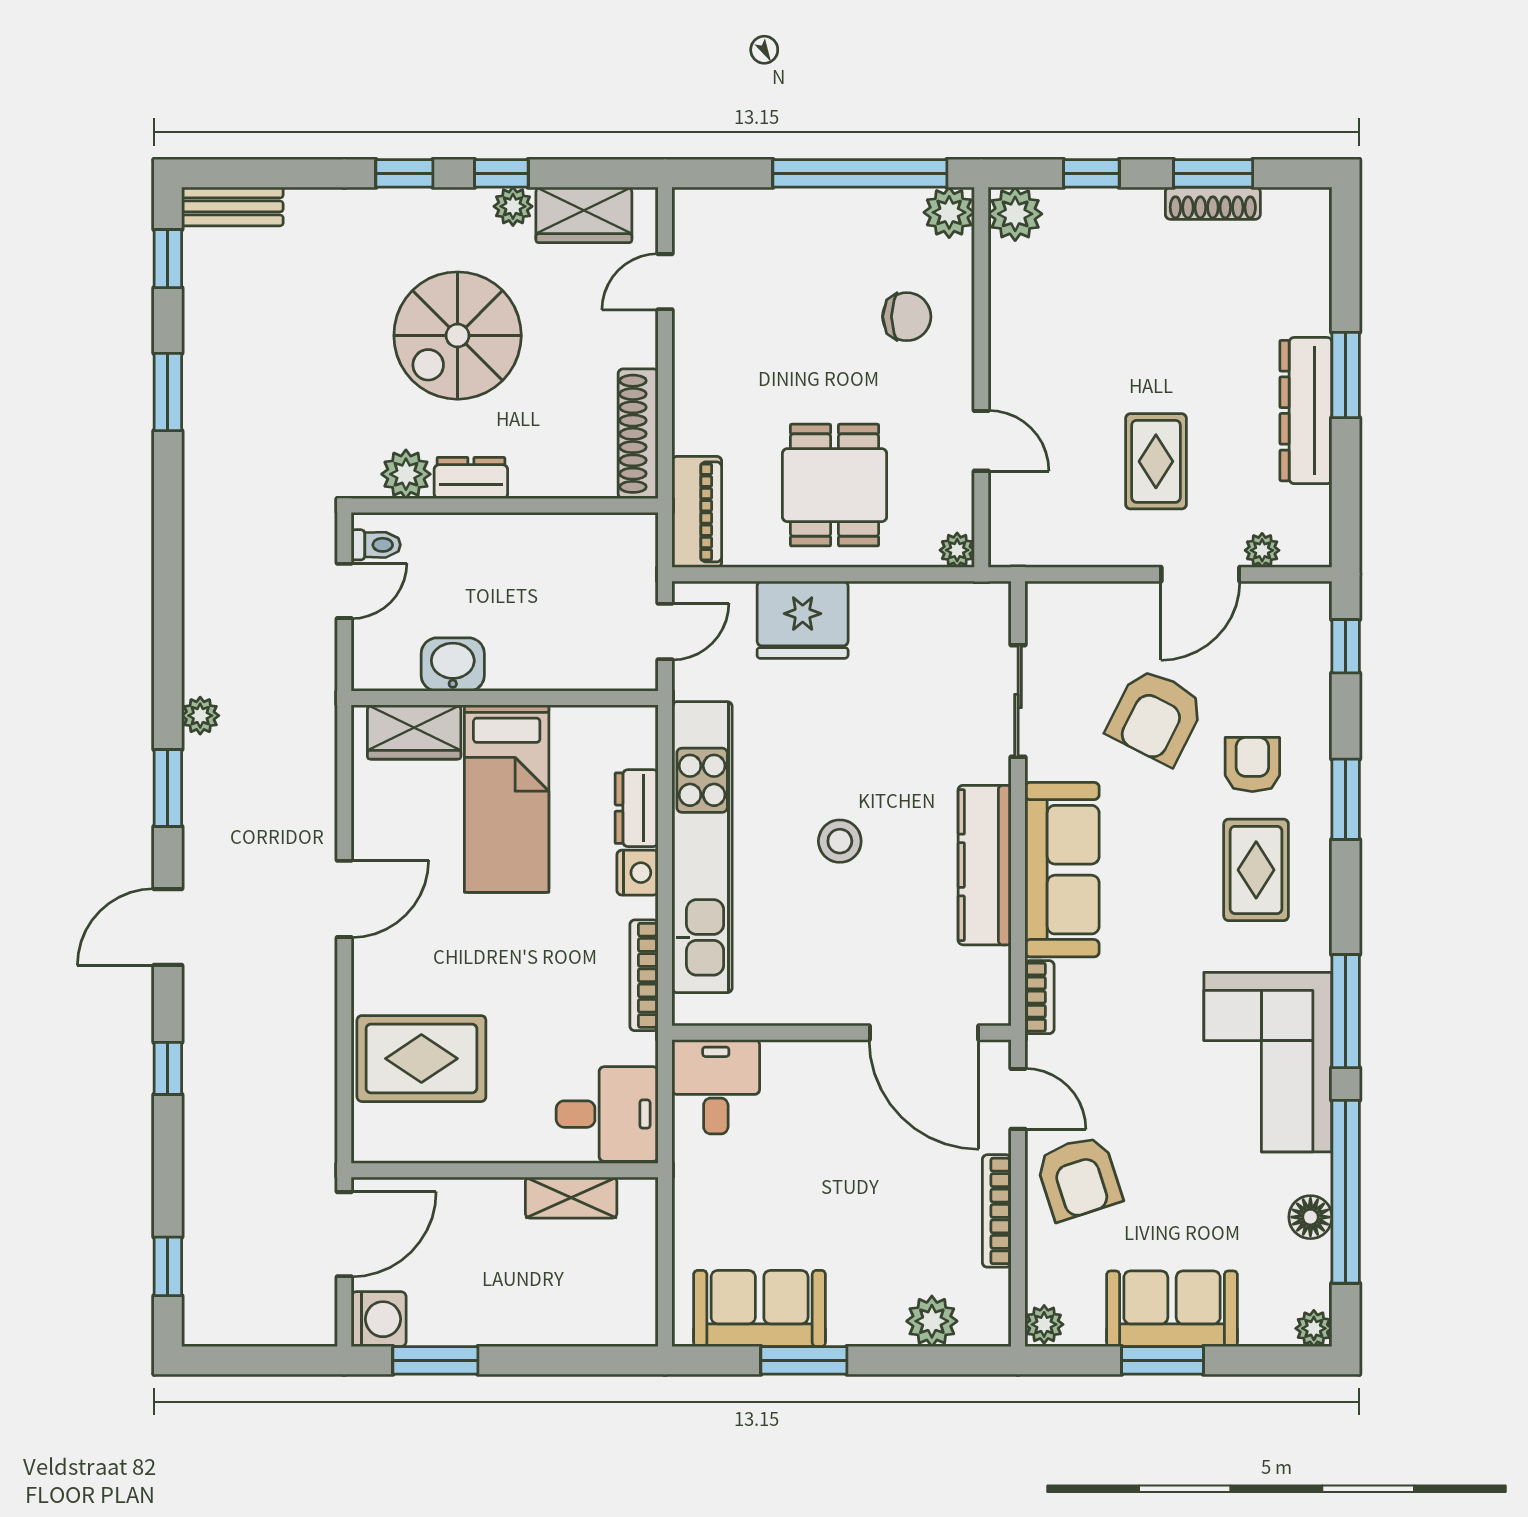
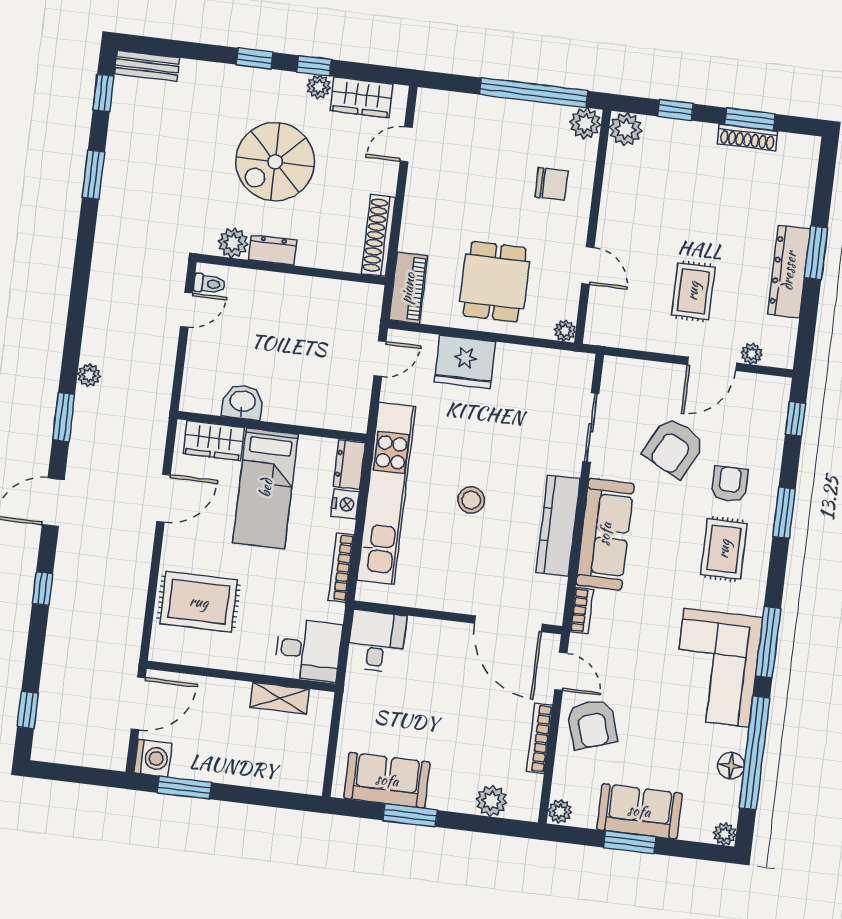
washbasin: (453, 664) -> (243, 402), moved
wall: (505, 698) -> (272, 427), moved
wardrobe: (414, 732) -> (214, 441), moved
bed: (507, 799) -> (266, 488), moved

